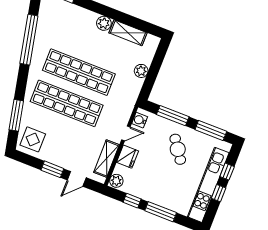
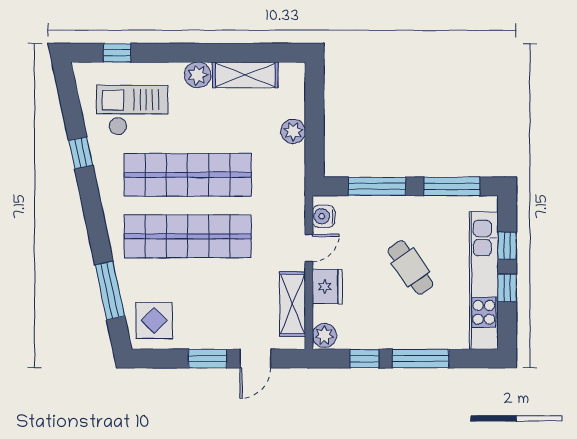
checkout: (64, 28) -> (132, 110), added
window: (29, 40) -> (81, 153), width x0.32
cafe table: (178, 149) -> (410, 267), moved

